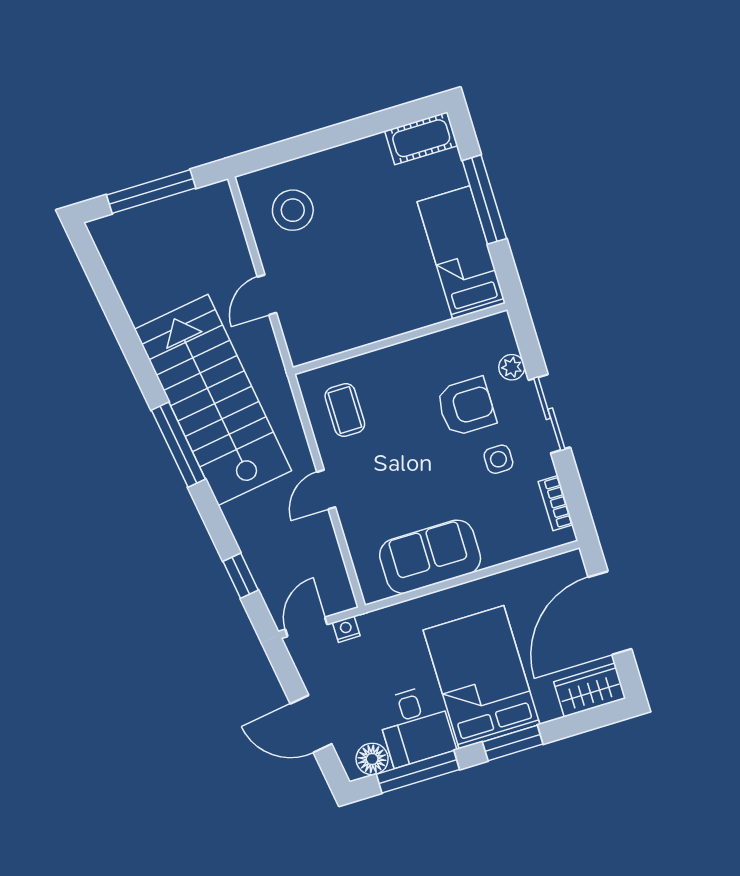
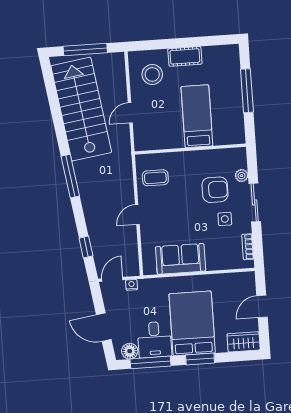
cot: (421, 138) -> (185, 56), moved
bed: (461, 252) -> (197, 116), moved
stairs: (213, 400) -> (81, 109), moved
coffee table: (345, 410) -> (155, 178), turned 90
door: (610, 613) -> (262, 306), width x0.53

